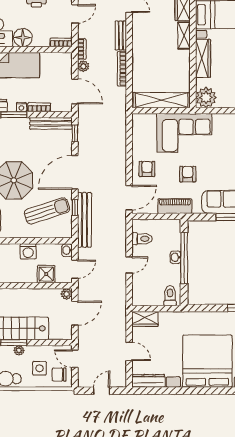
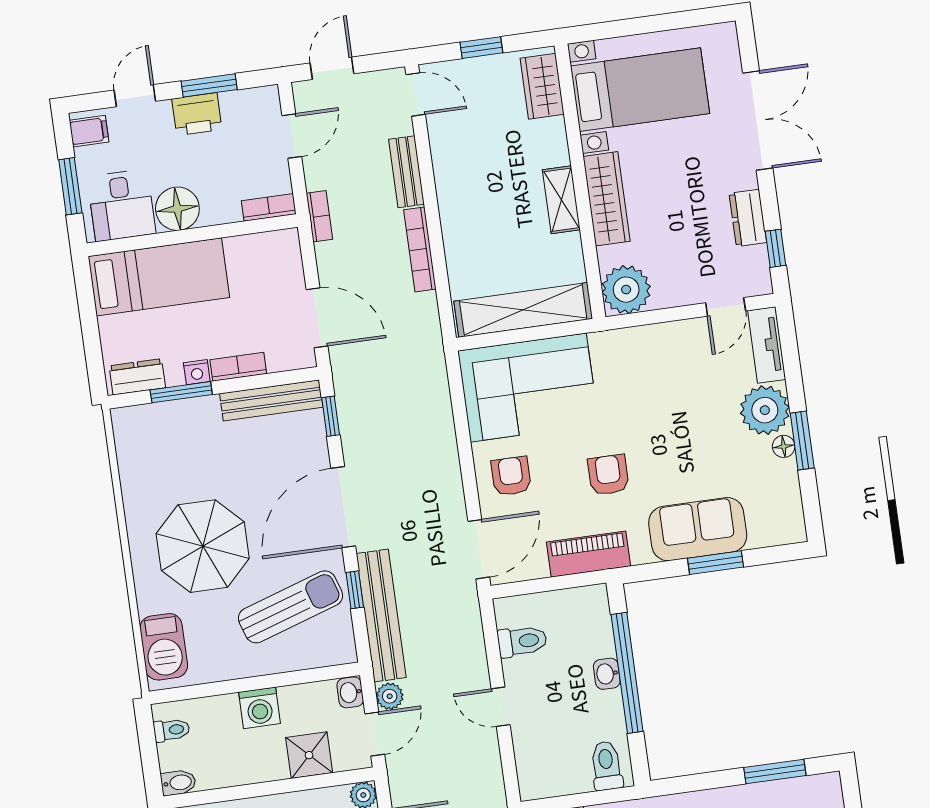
shelving: (184, 35) -> (561, 200), moved
plant: (83, 66) -> (390, 696), moved
corner sofa: (184, 133) -> (528, 388), moved
door: (129, 265) -> (501, 707), swing flipped

